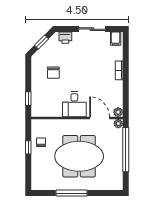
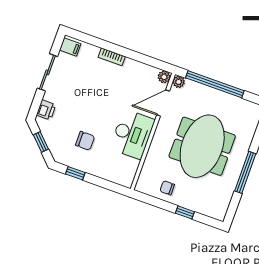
window: (28, 99) -> (75, 173), moved
desk: (74, 104) -> (132, 134), width x1.37
window: (28, 147) -> (185, 212), moved

